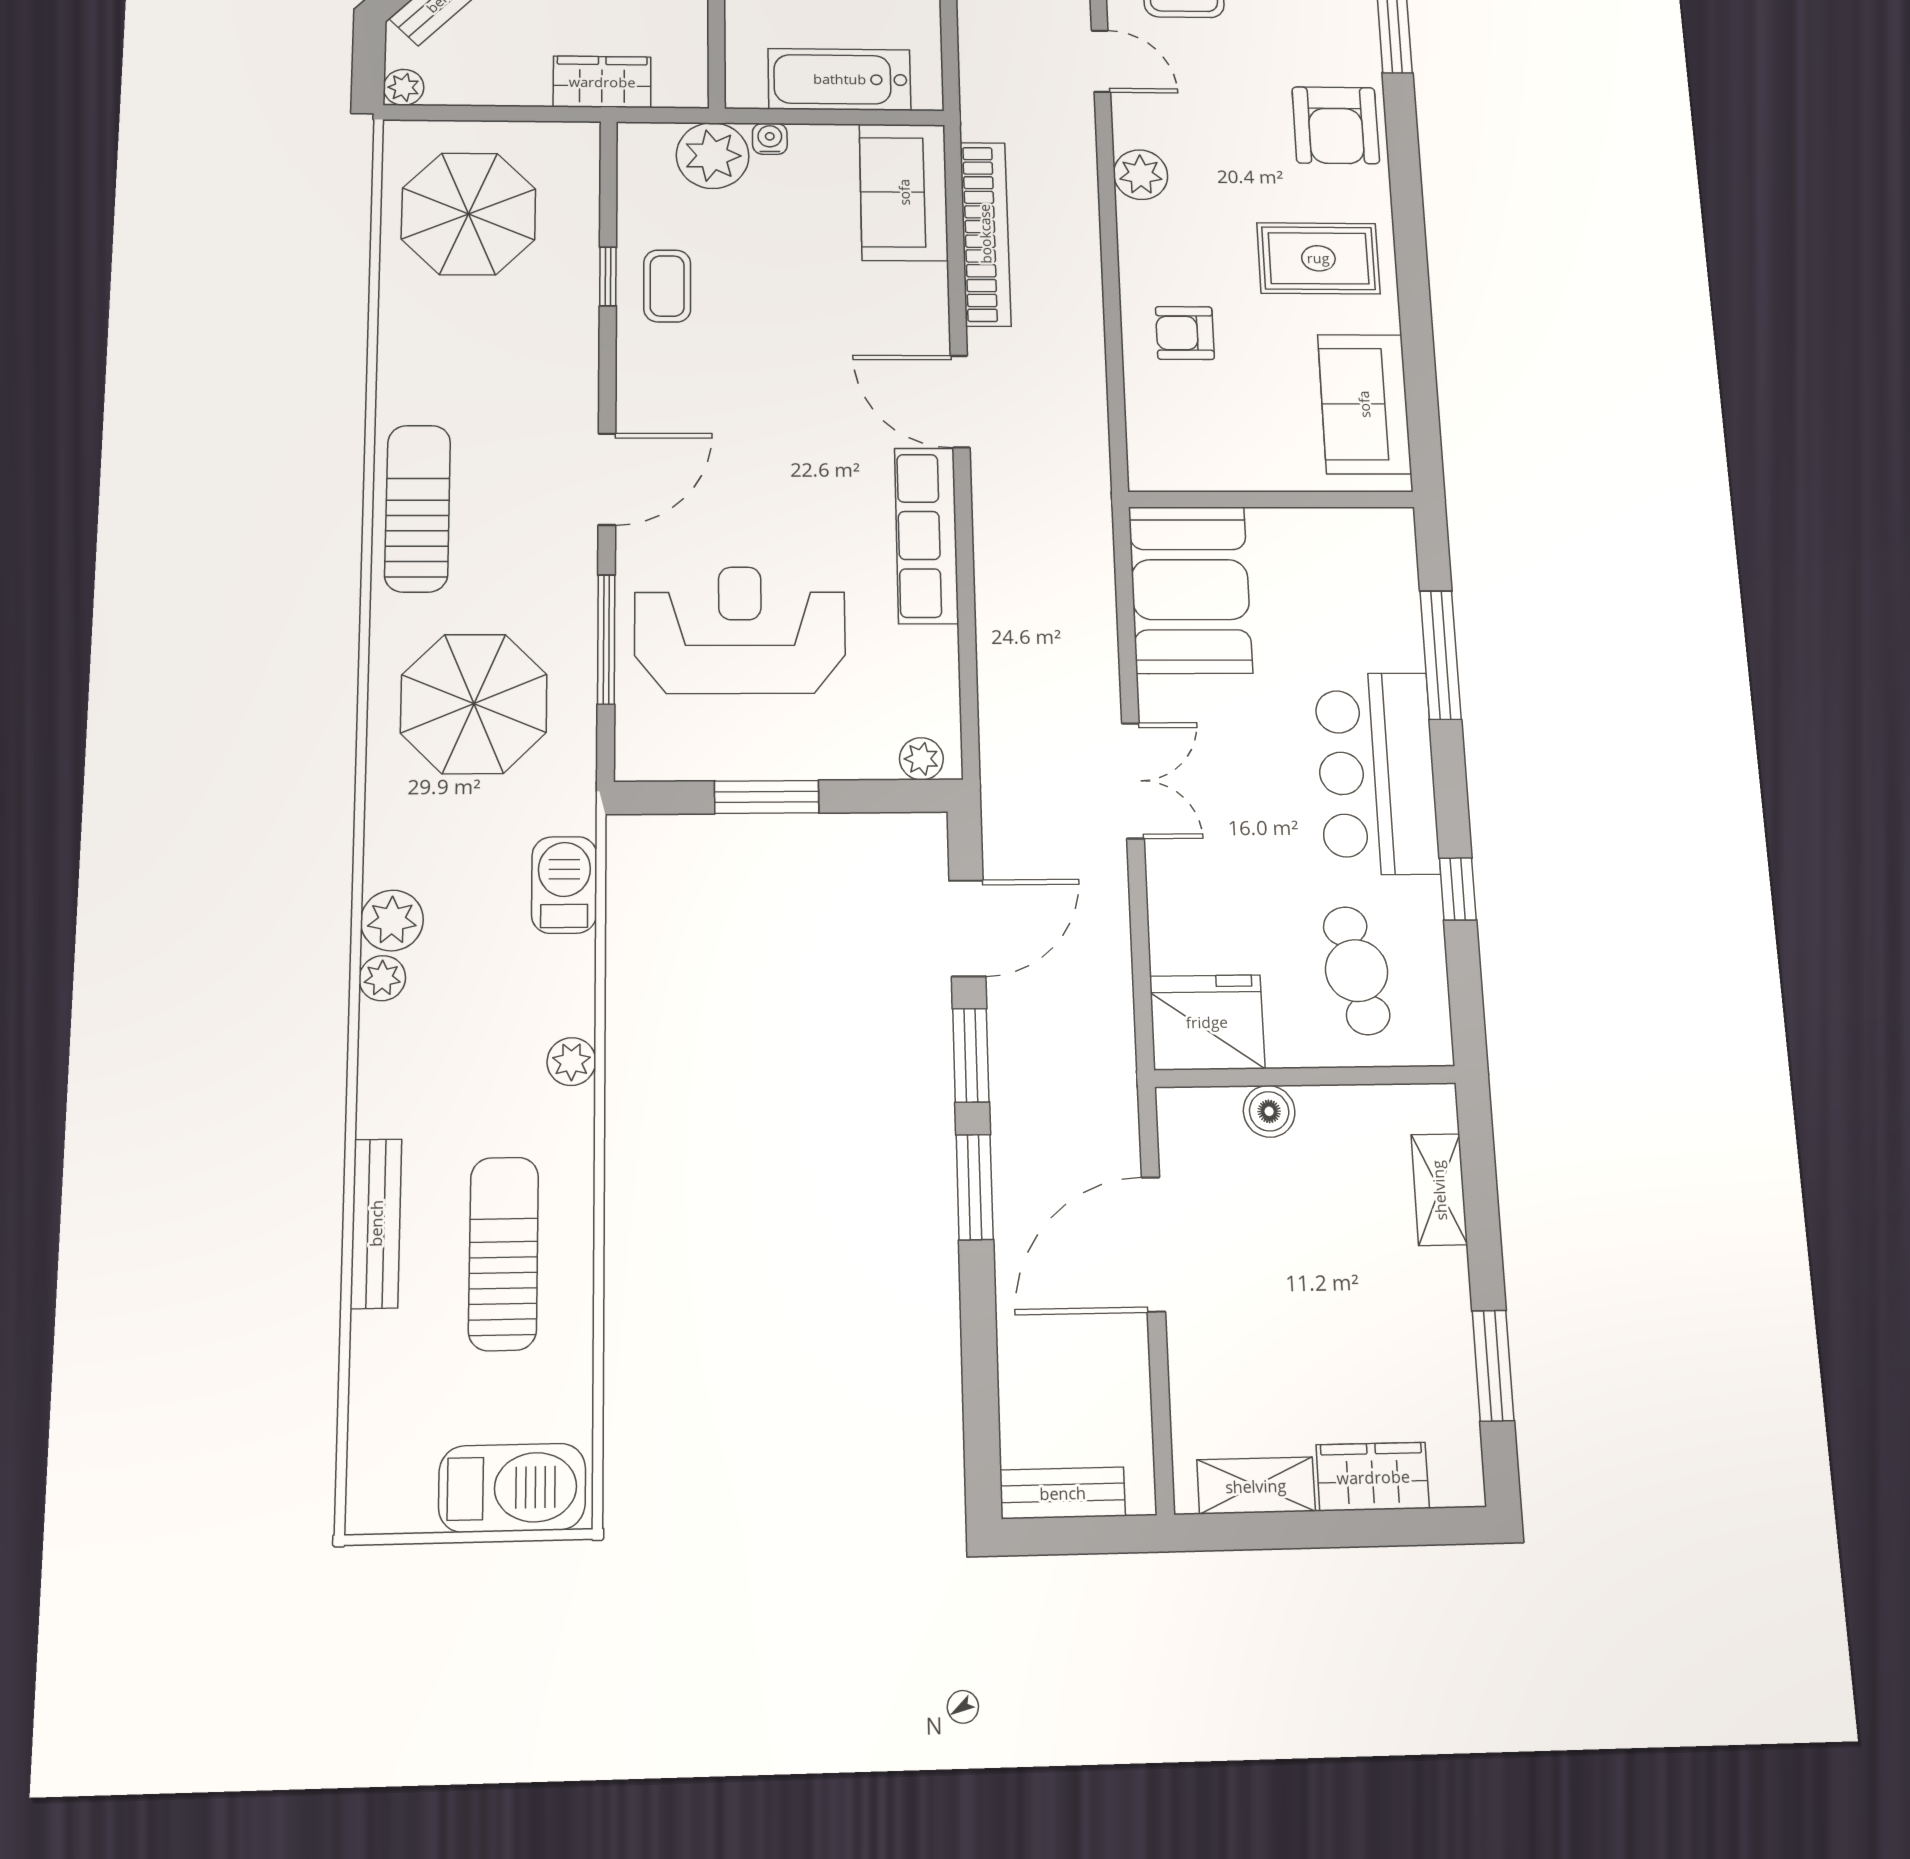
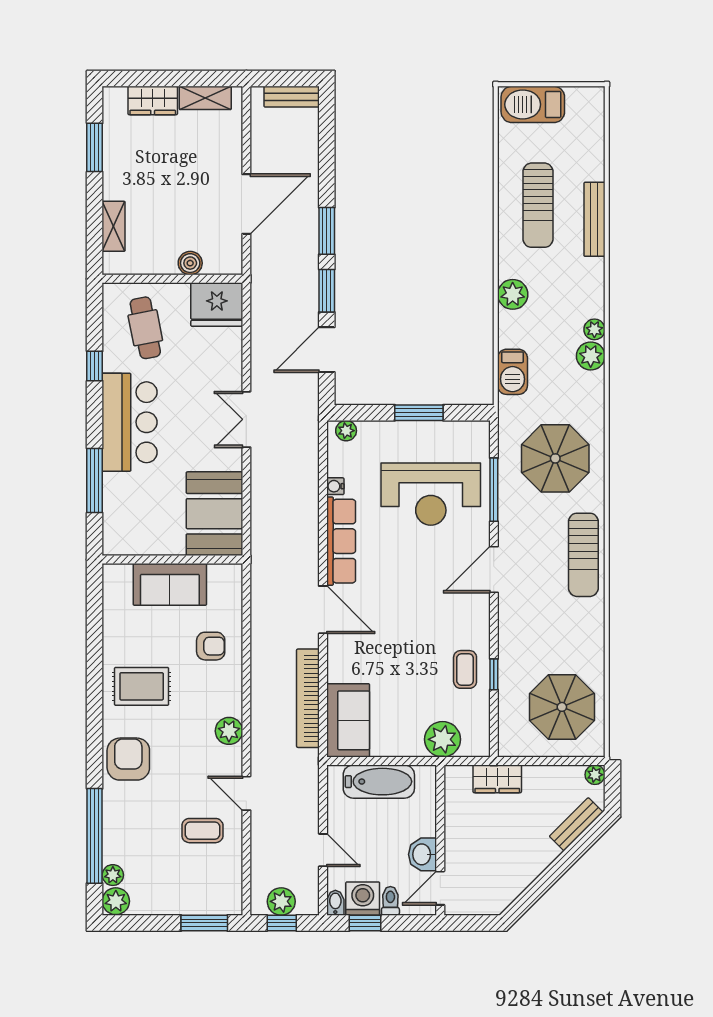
water cooler: (770, 139) -> (335, 486), moved, turned 90
sofa: (1364, 404) -> (170, 584), moved, turned 90
plant: (571, 1062) -> (513, 294), width x1.38, depth x1.38

